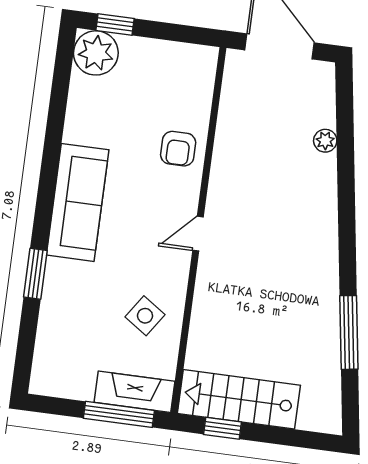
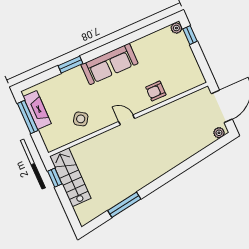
plant: (96, 53) -> (176, 28), width x0.53, depth x0.53
plant: (325, 141) -> (219, 133), moved
fireplace: (135, 392) -> (37, 110), moved
window: (119, 414) -> (28, 117), moved

